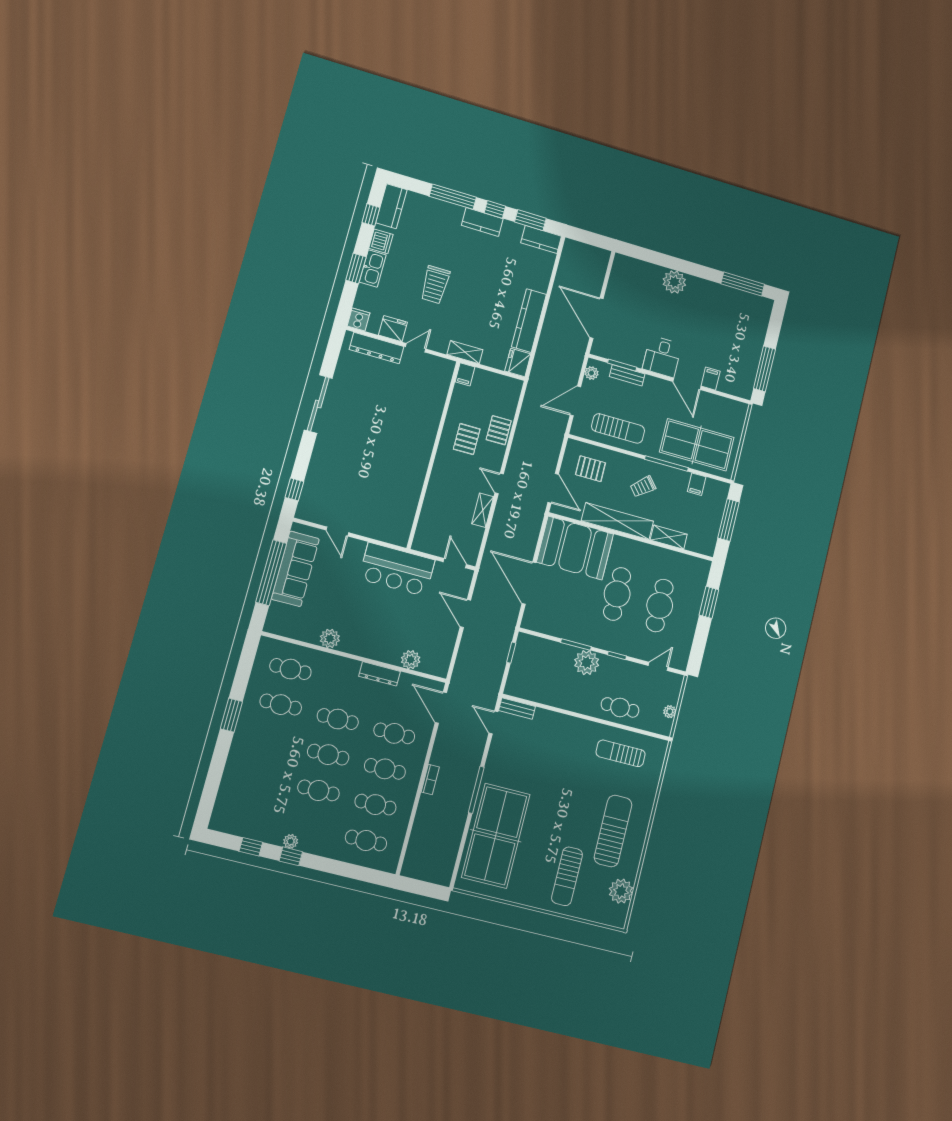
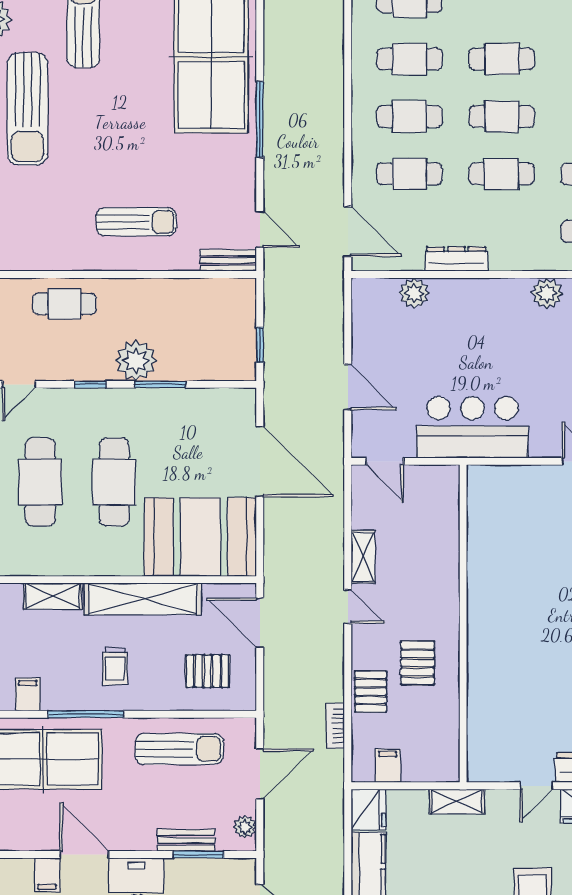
filing cabinet: (465, 374) -> (388, 766), moved
sun lounger: (618, 428) -> (179, 749), turned 180
trolley: (643, 487) -> (115, 666), turned 130
sun lounger: (621, 753) -> (136, 222), moved
bookcase: (430, 779) -> (335, 726), moved

